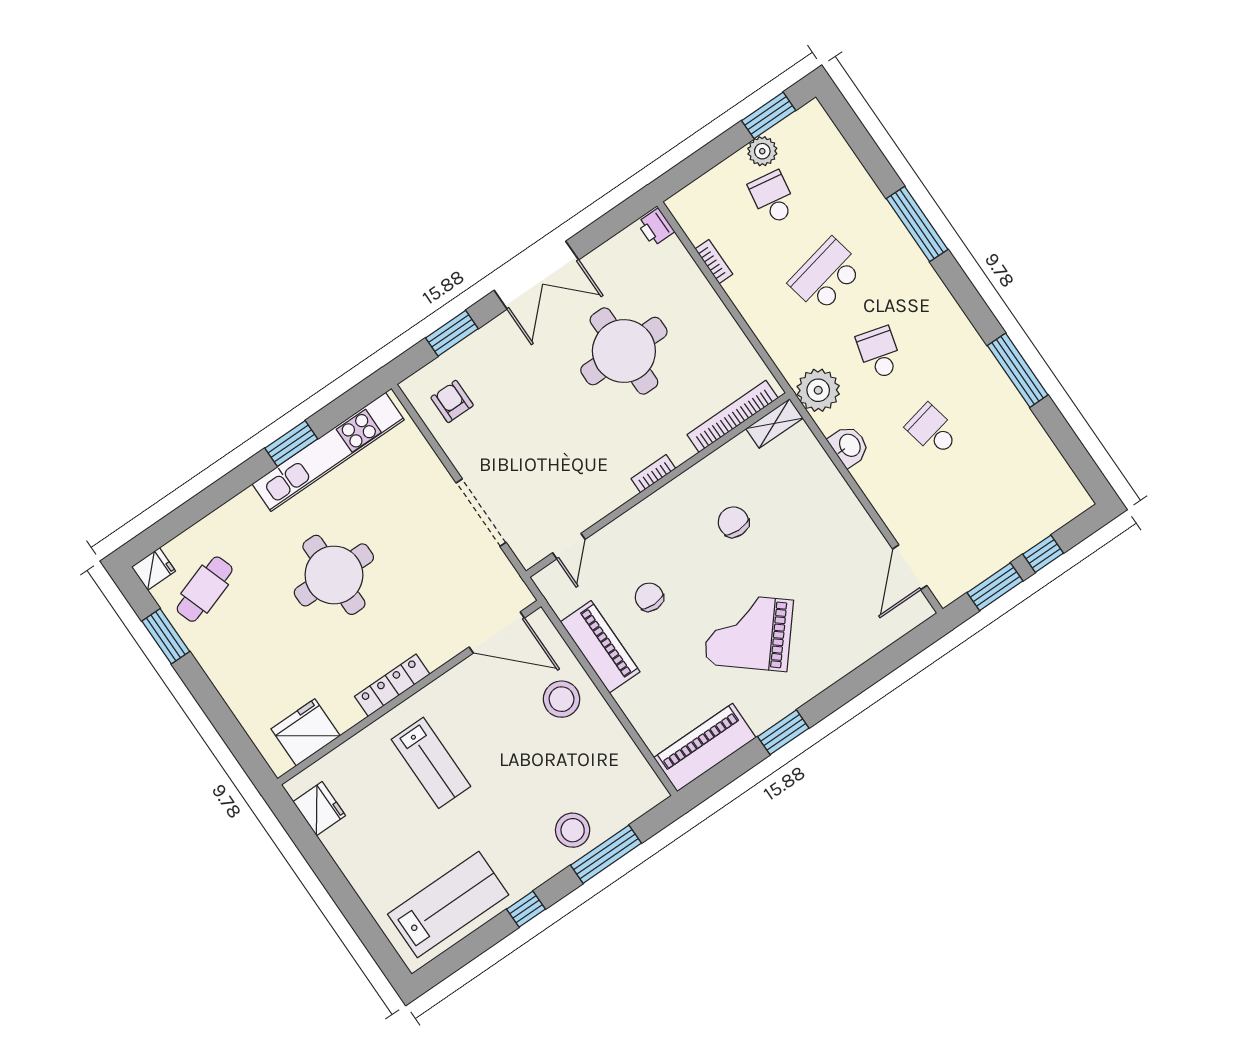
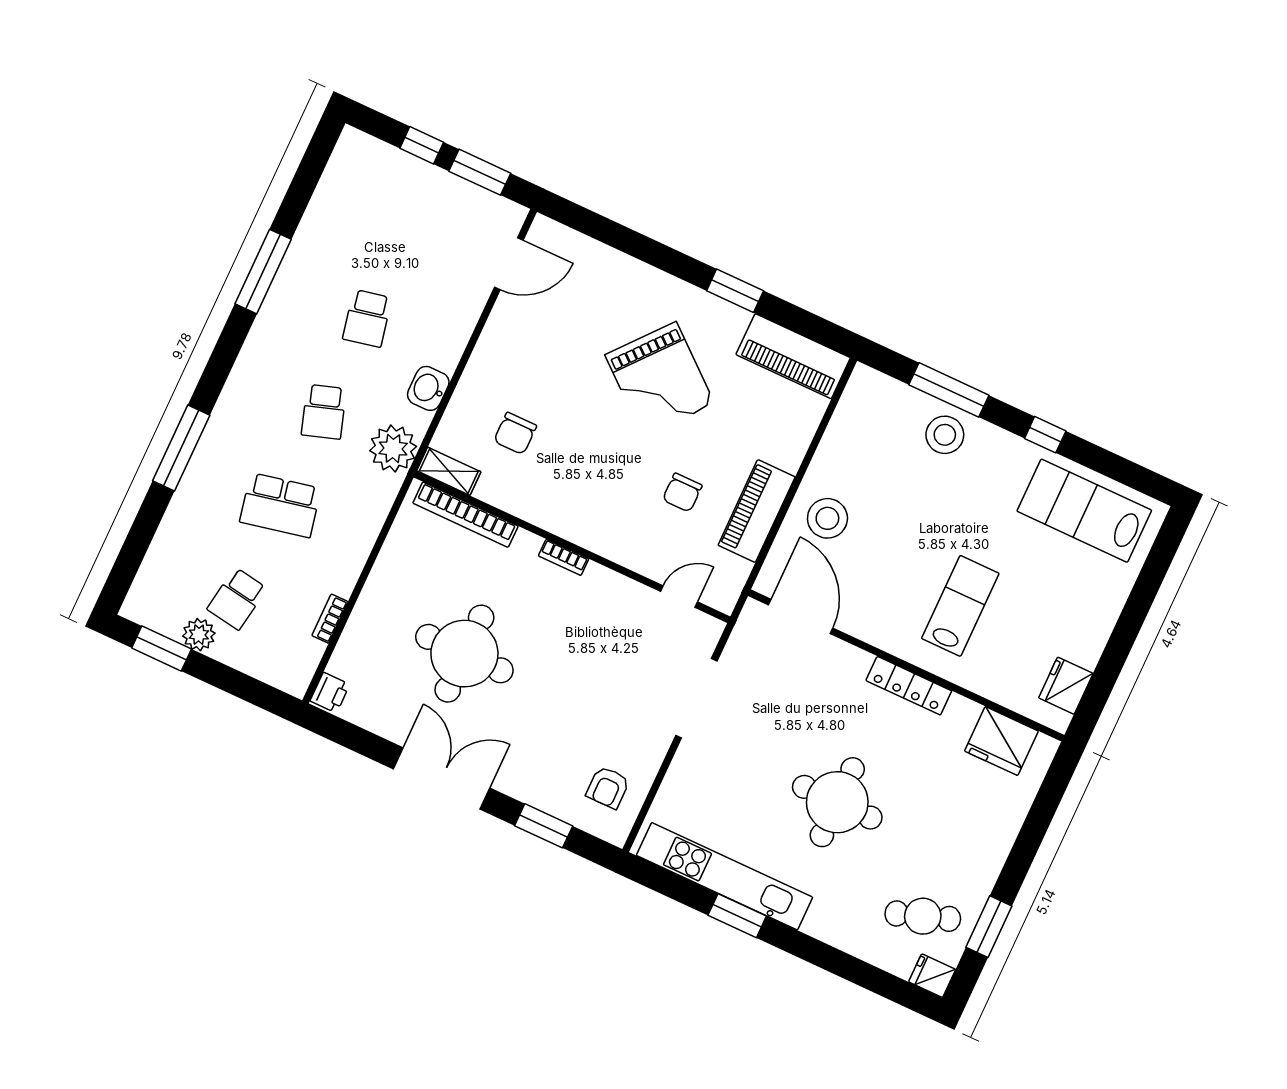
school desk: (879, 353) -> (324, 412), turned -33
chair: (733, 522) -> (515, 433), moved

